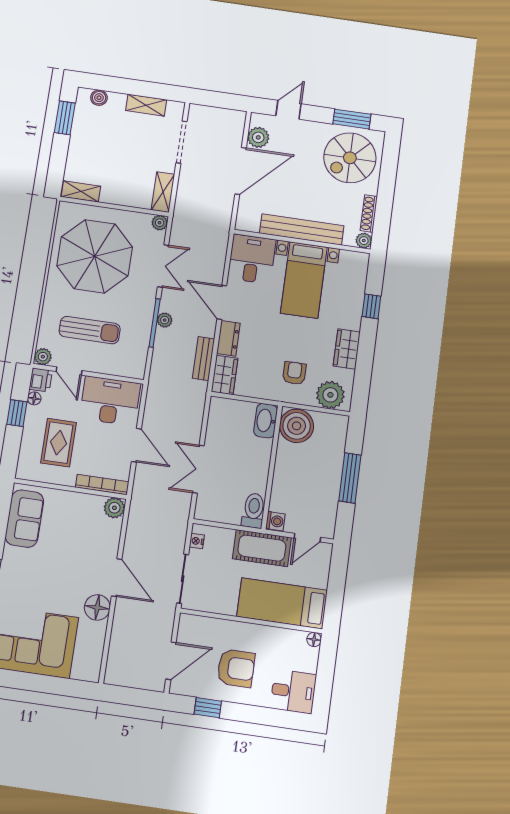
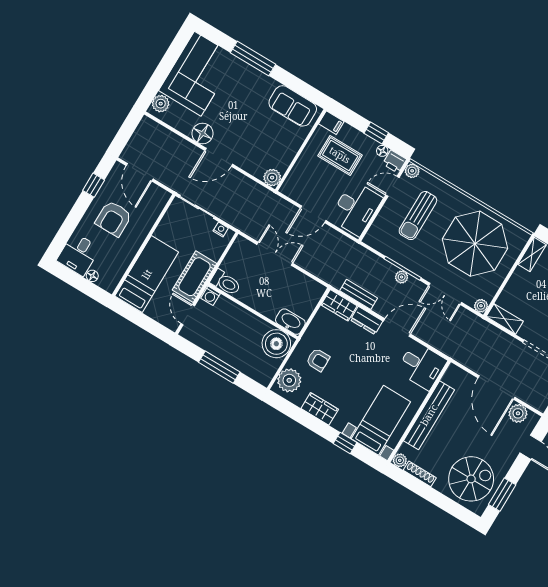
spiral stairs: (350, 158) -> (471, 479), turned 90
bed with nightstands: (304, 280) -> (381, 420), moved, turned 90
filing cabinet: (26, 468) -> (331, 123), added
bookcase: (102, 485) -> (294, 176), removed
floor lamp: (314, 639) -> (92, 276), moved
plant: (83, 670) -> (161, 104), added

